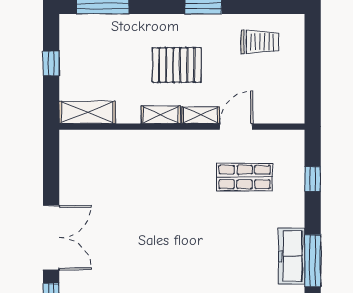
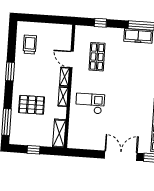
pallet: (177, 65) -> (32, 105), moved, turned 90
checkout: (151, 169) -> (90, 104), added

